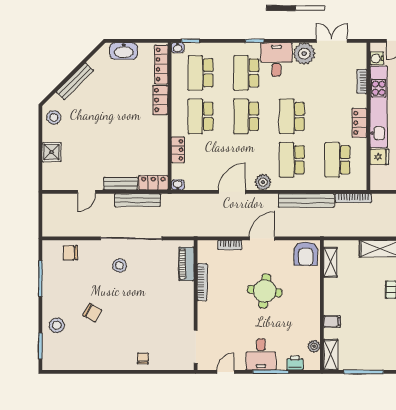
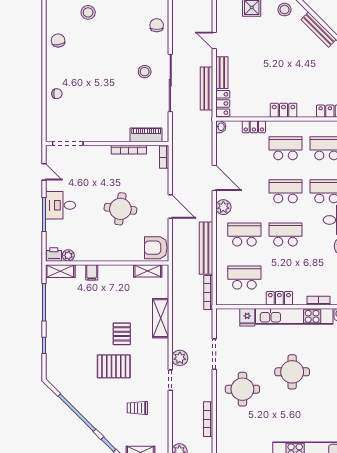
locker: (160, 100) -> (284, 110), moved
bookcase: (230, 245) -> (164, 157), moved
chair: (92, 313) -> (58, 40), moved, turned 142
printer: (295, 363) -> (54, 254), moved, turned -90

